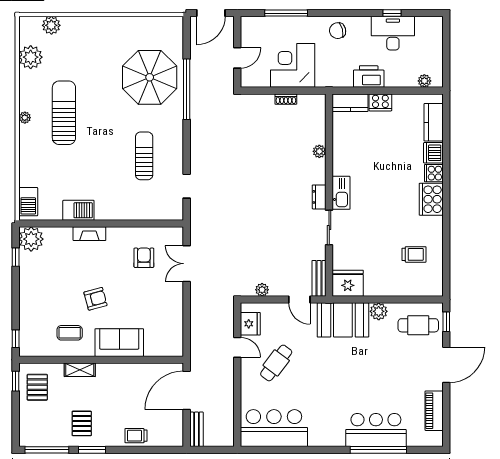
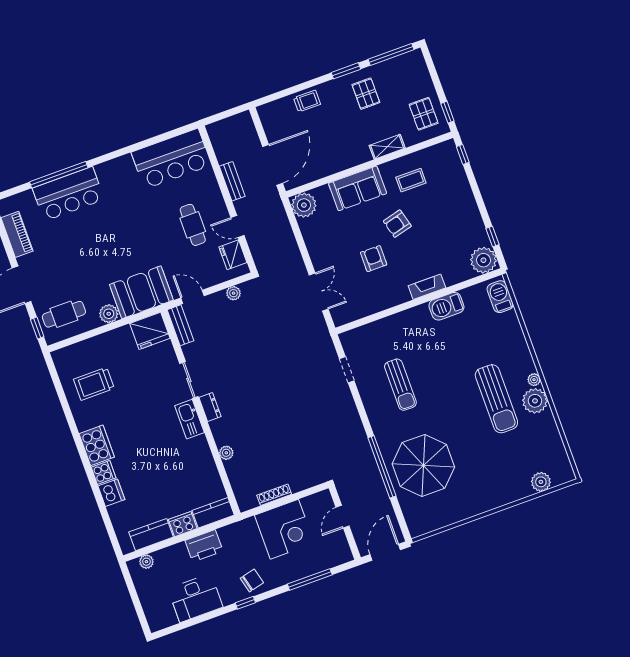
window: (392, 13) -> (245, 603), moved
plant: (31, 57) -> (535, 401), moved
shoe rack: (286, 99) -> (274, 495), width x1.43
kitchen counter: (434, 122) -> (151, 535), moved, turned -90
trolley: (414, 254) -> (94, 384), width x1.36, depth x1.39
armchair: (144, 258) -> (374, 259), moved, turned 180
plant: (172, 345) -> (304, 205), added
cafe table: (276, 363) -> (193, 225), turned -37
bench: (196, 429) -> (232, 181), moved

